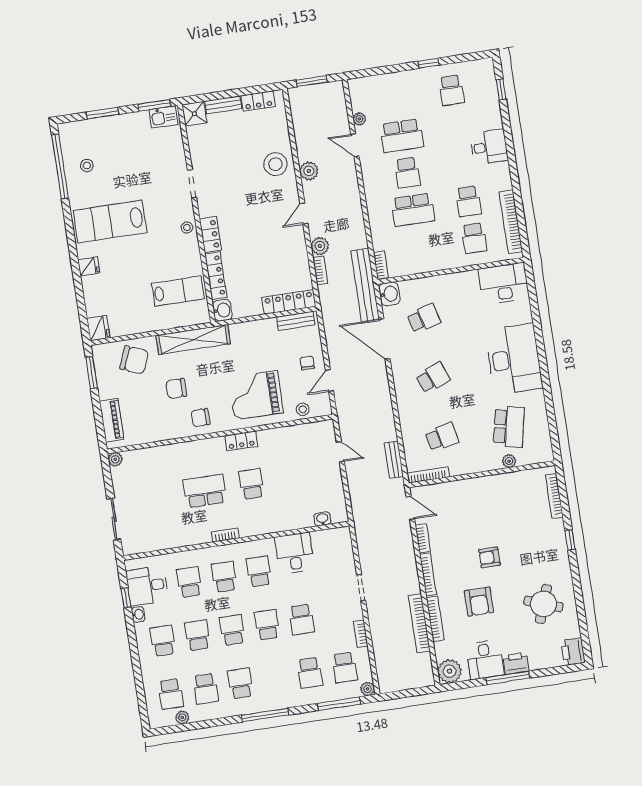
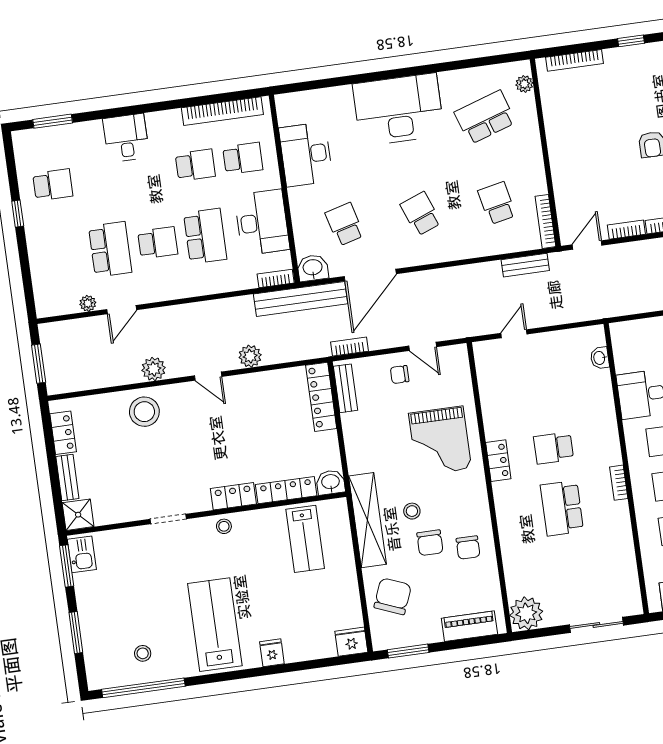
window: (501, 89) -> (53, 121), width x1.50
lab bench: (110, 221) -> (215, 625), turned 180
desk: (424, 254) -> (262, 222), added
bookcase: (320, 271) -> (349, 347), moved
desk: (504, 283) -> (306, 154), moved
lab bench: (178, 291) -> (305, 539), turned 180
stool: (303, 409) -> (412, 511), moved
chair: (201, 418) -> (468, 548), moved
school desk: (509, 427) -> (485, 117), turned -30
plant: (115, 459) -> (526, 613), width x1.88, depth x1.88
plant: (509, 461) -> (524, 84), moved

